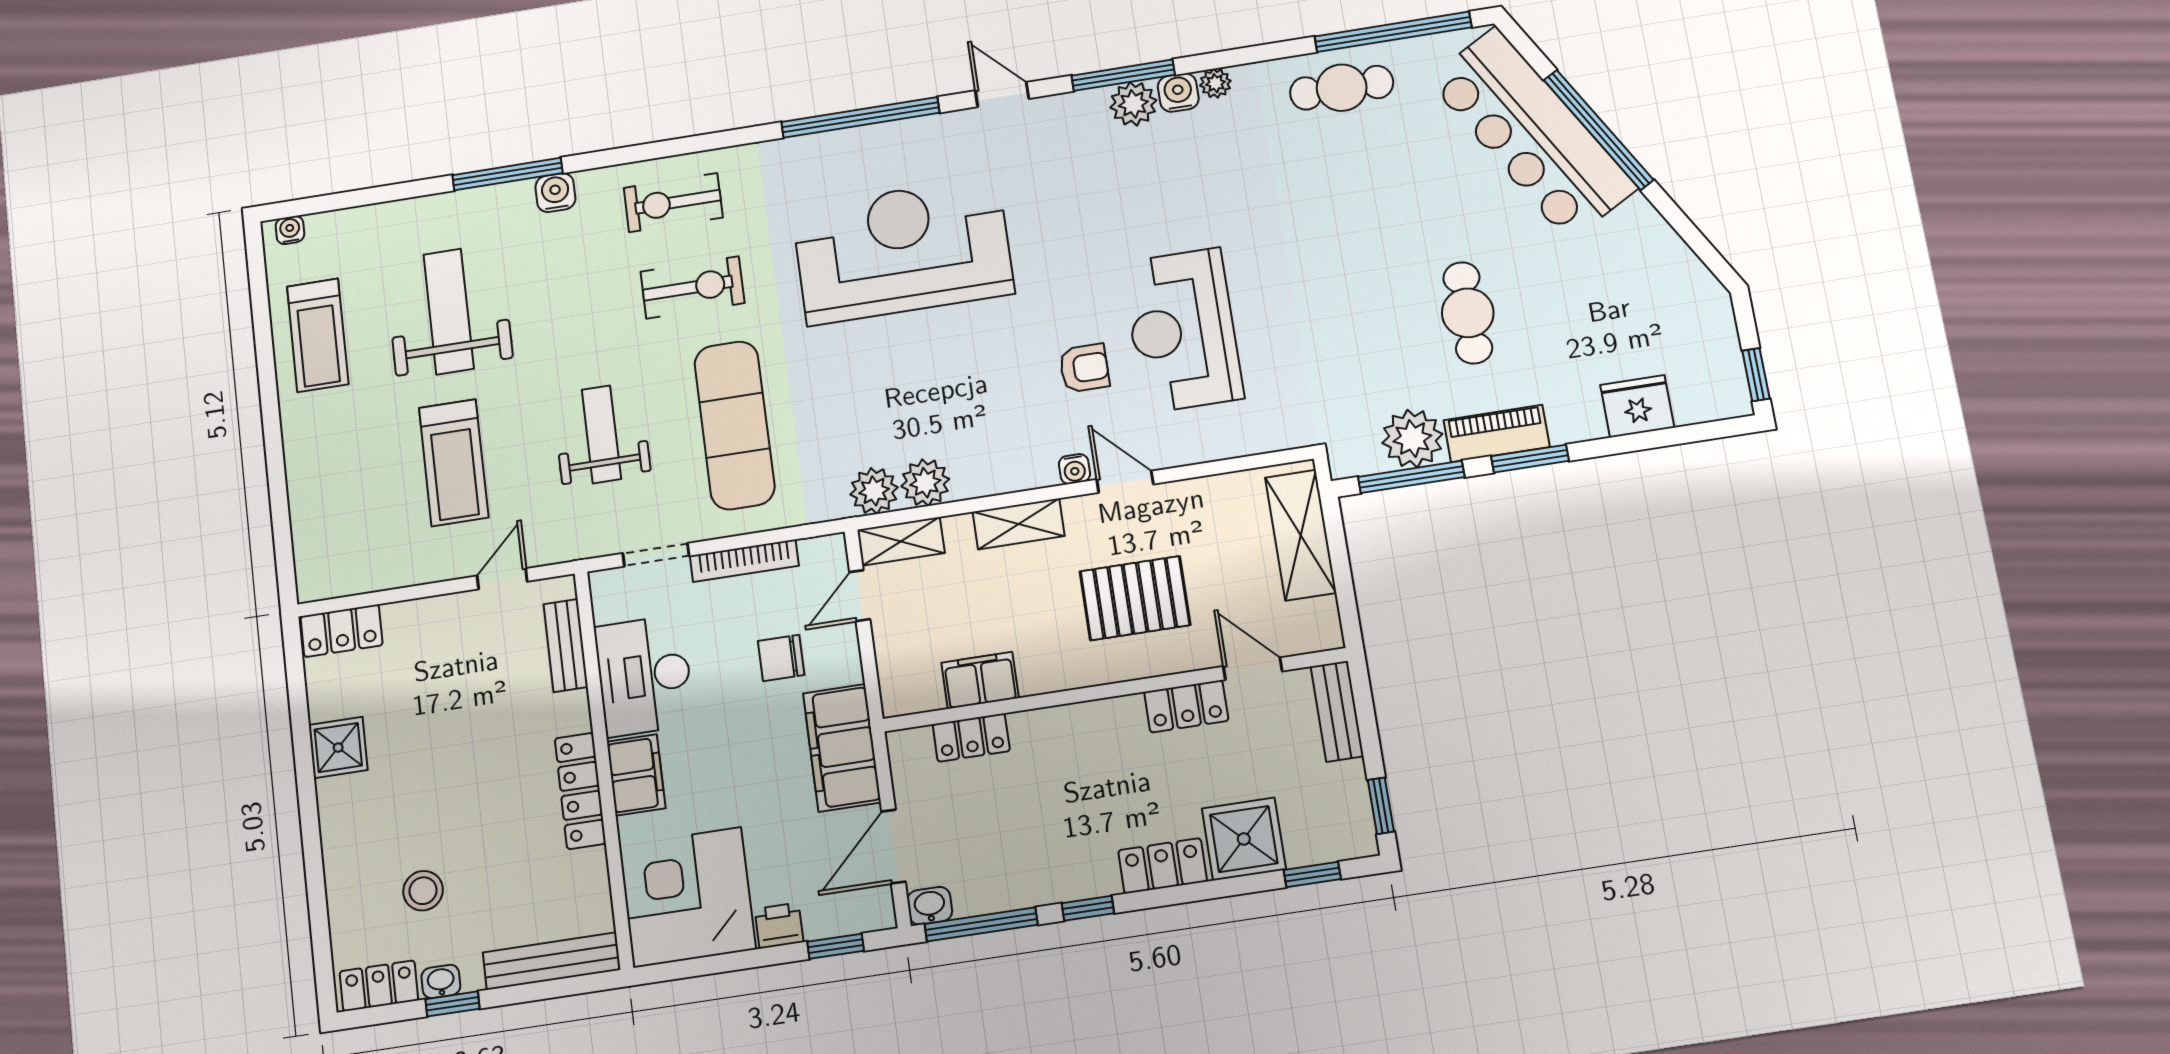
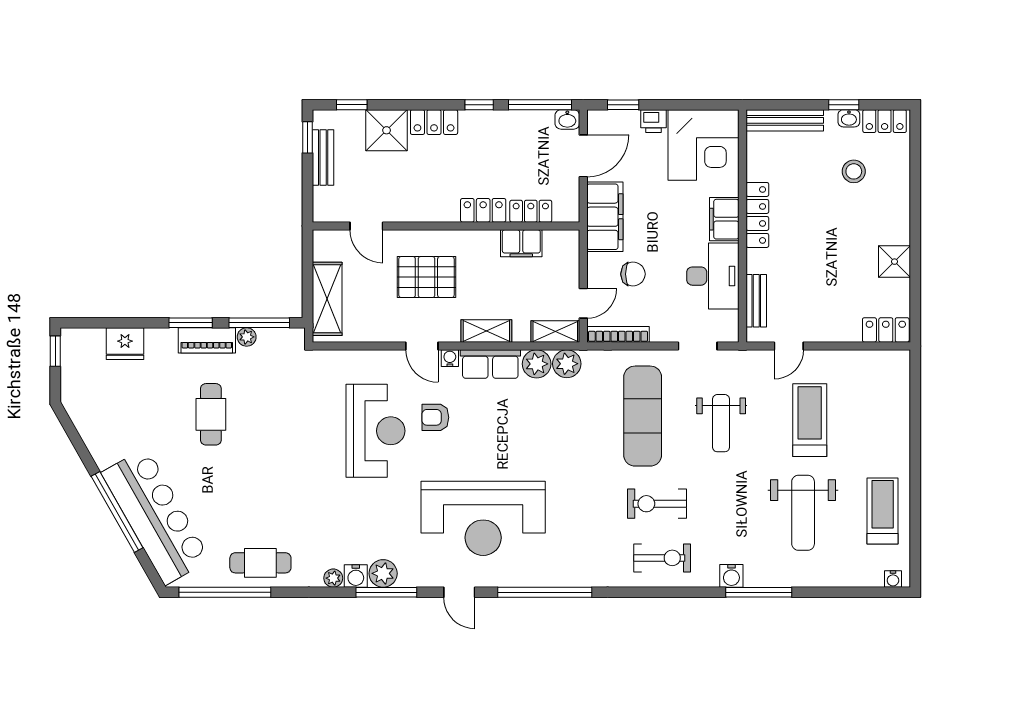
reception desk: (903, 250) -> (483, 518), moved
plant: (1412, 439) -> (247, 337), width x0.53, depth x0.53
row of seats: (1004, 470) -> (490, 364), added
bookcase: (744, 561) -> (618, 334), moved
locker: (1186, 706) -> (483, 210), moved
bench: (1337, 711) -> (323, 158), moved

